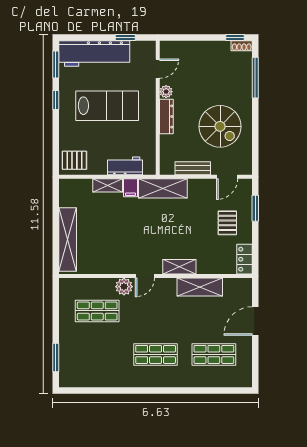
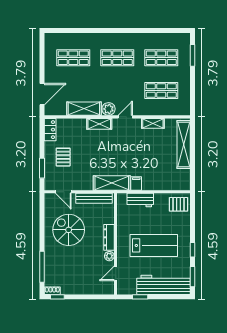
lab bench: (107, 106) -> (154, 245), turned 180
bench: (193, 168) -> (94, 198), width x1.36
door: (227, 177) -> (63, 192), swing flipped
shelving: (108, 185) -> (153, 123), moved
plant: (124, 287) -> (109, 109), moved
door: (255, 321) -> (42, 94), moved
shop shelf: (97, 354) -> (161, 58), added

